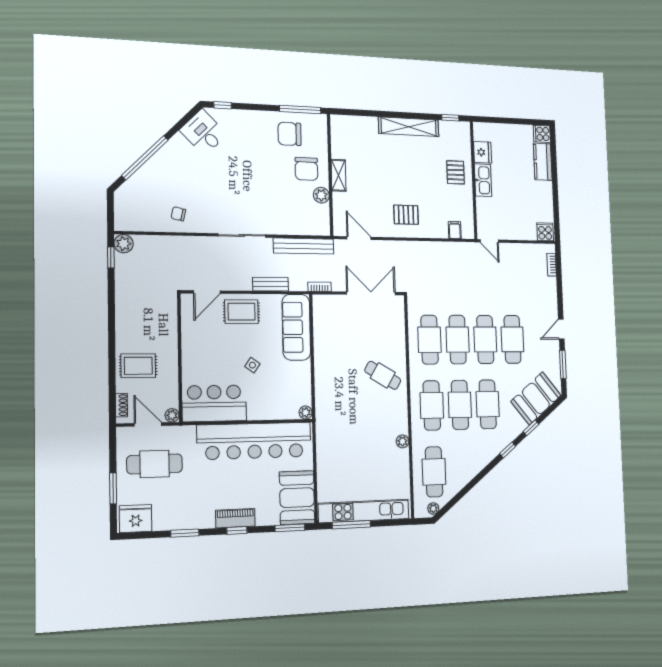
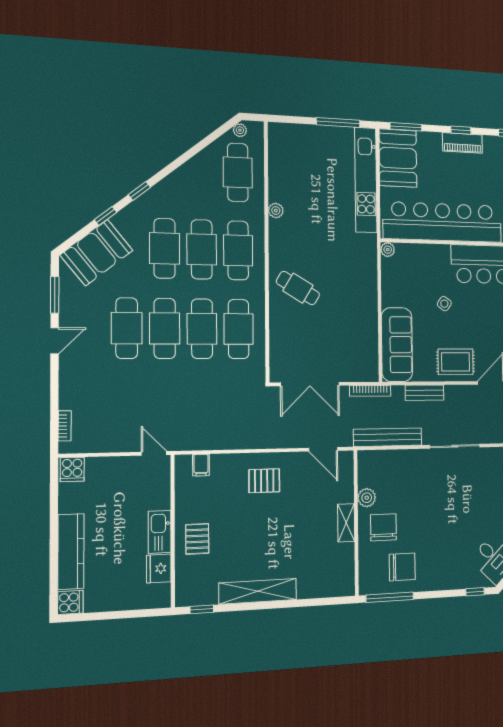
kitchen counter: (543, 162) -> (71, 552), width x1.50
bookcase: (320, 287) -> (370, 391), width x1.56
kitchen unit: (364, 511) -> (366, 180), moved, turned 90

